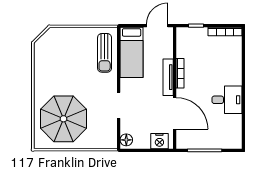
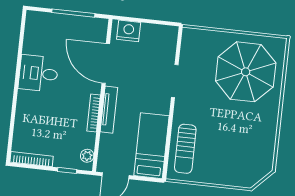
plant: (181, 39) -> (87, 156), added
sun lounger: (105, 53) -> (185, 149), turned 180
floor lamp: (126, 140) -> (170, 37), removed

